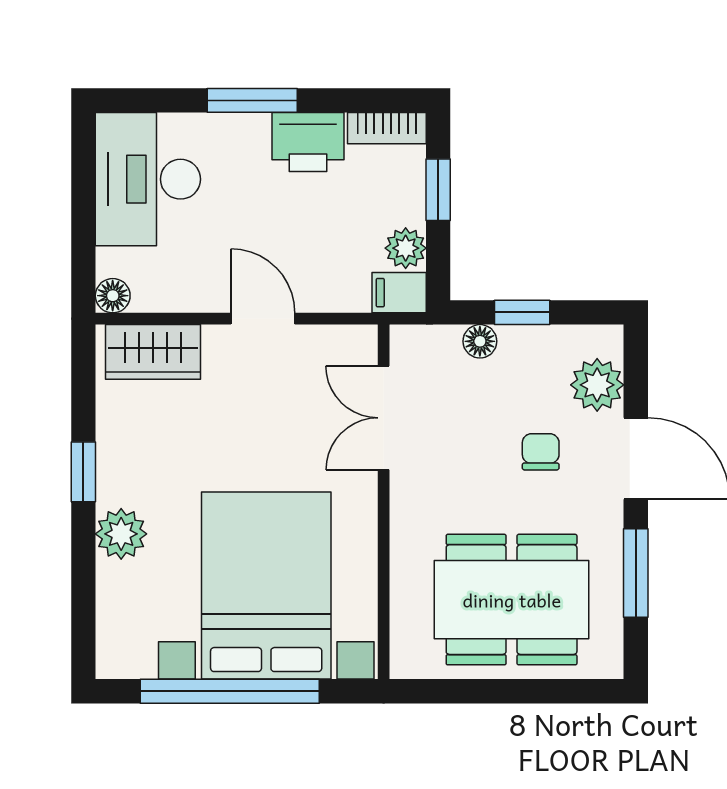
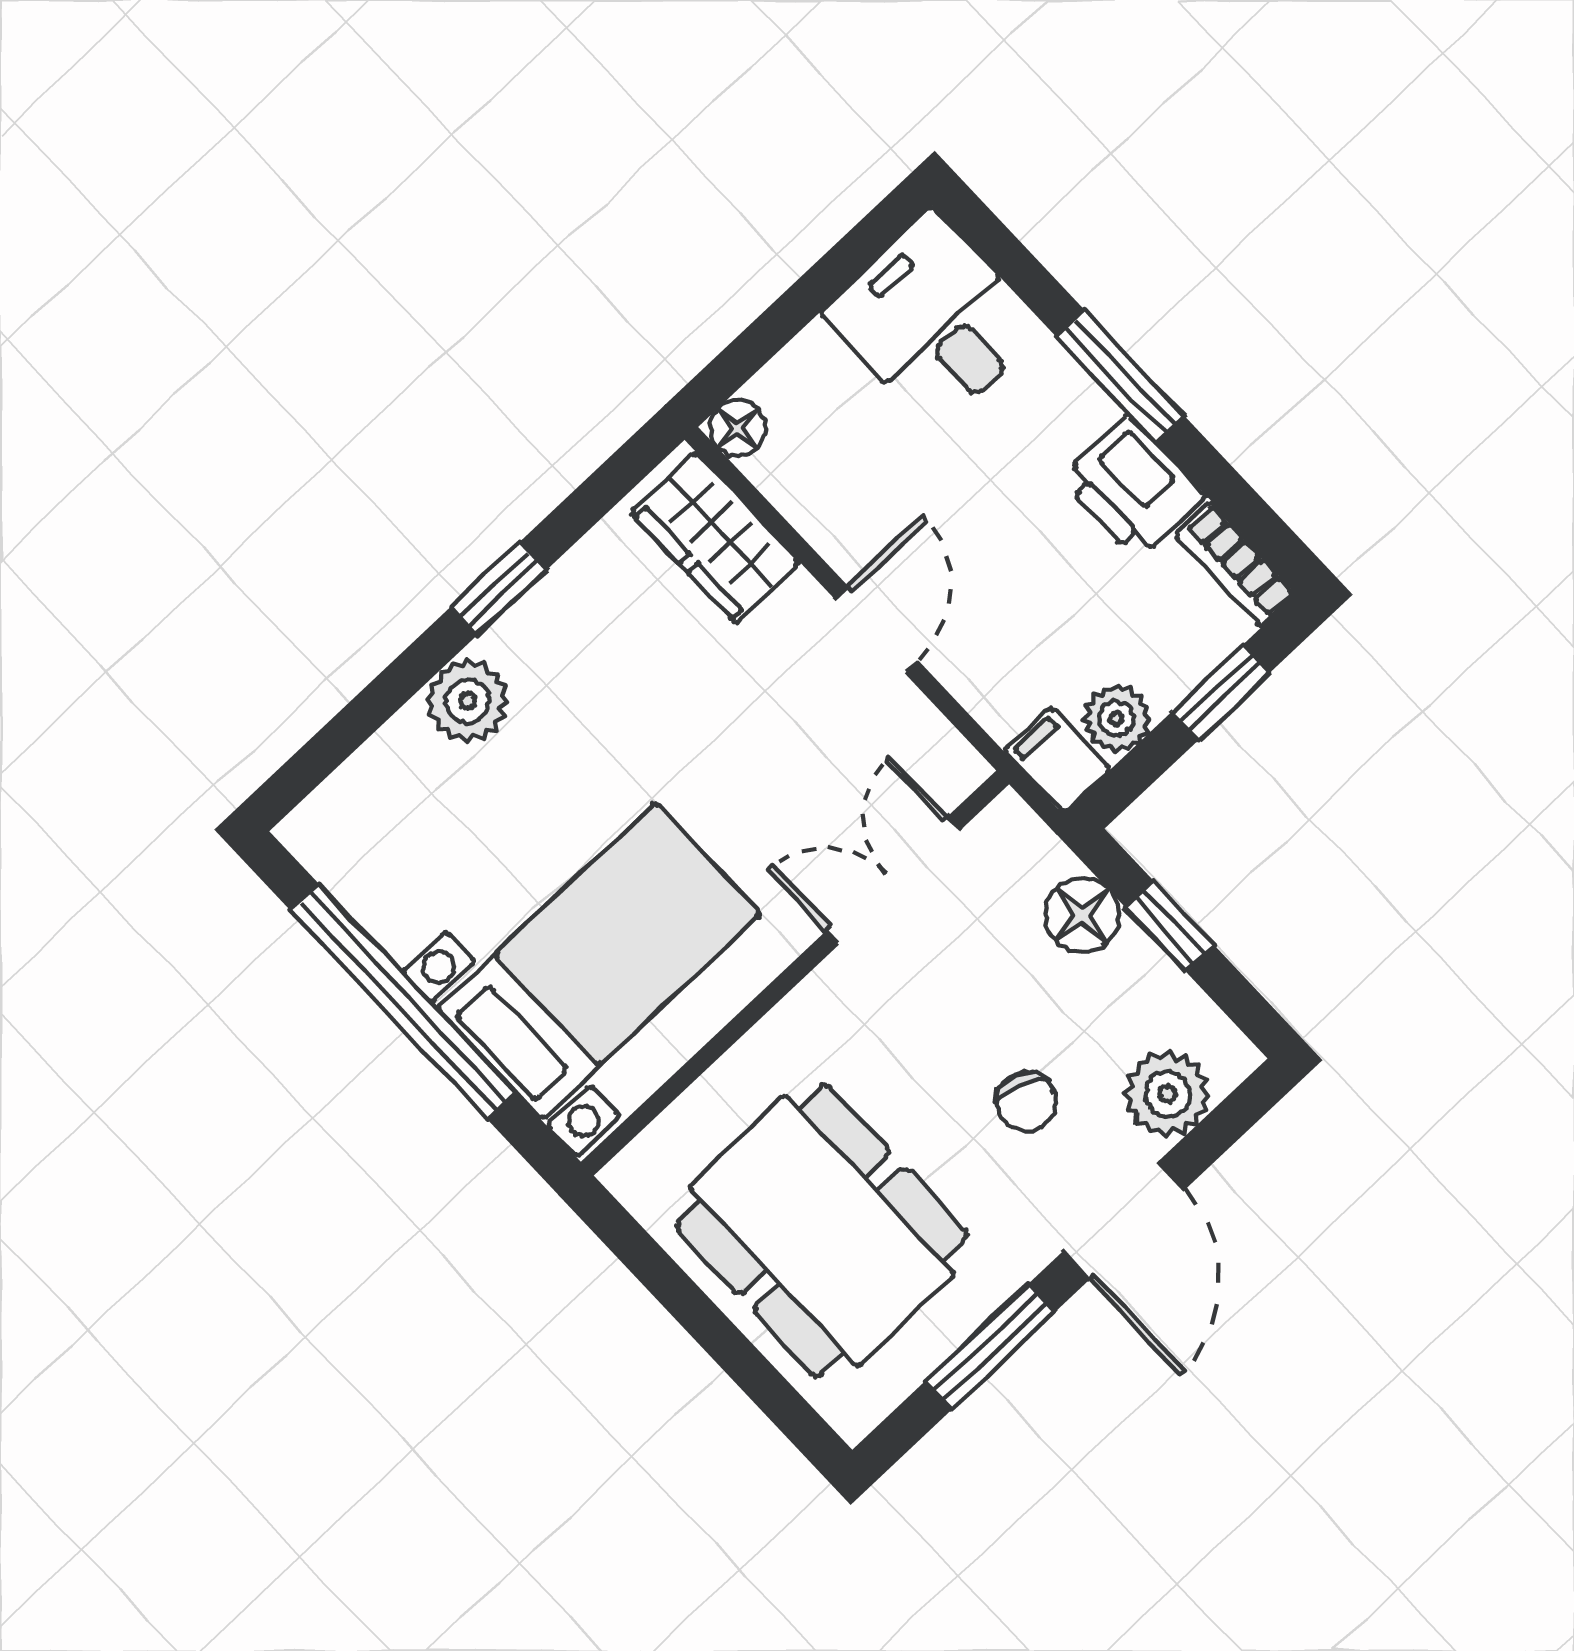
desk: (148, 179) -> (934, 321), width x0.73
floor lamp: (480, 341) -> (1082, 915), width x1.37, depth x1.37
chair: (541, 452) -> (1027, 1102), turned 110
bed with nightstands: (266, 586) -> (599, 961), width x0.73

